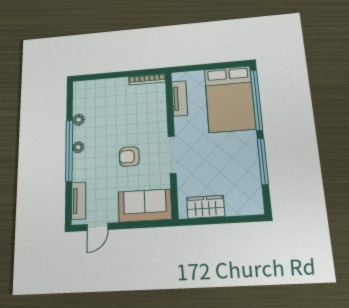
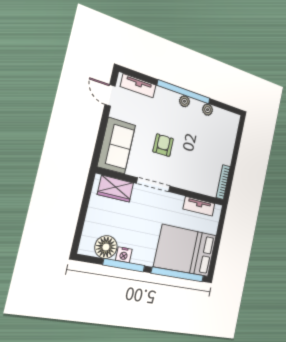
nightstand: (252, 165) -> (124, 255), added
floor lamp: (249, 186) -> (106, 247), added
wardrobe: (206, 207) -> (116, 189), moved, turned 90

